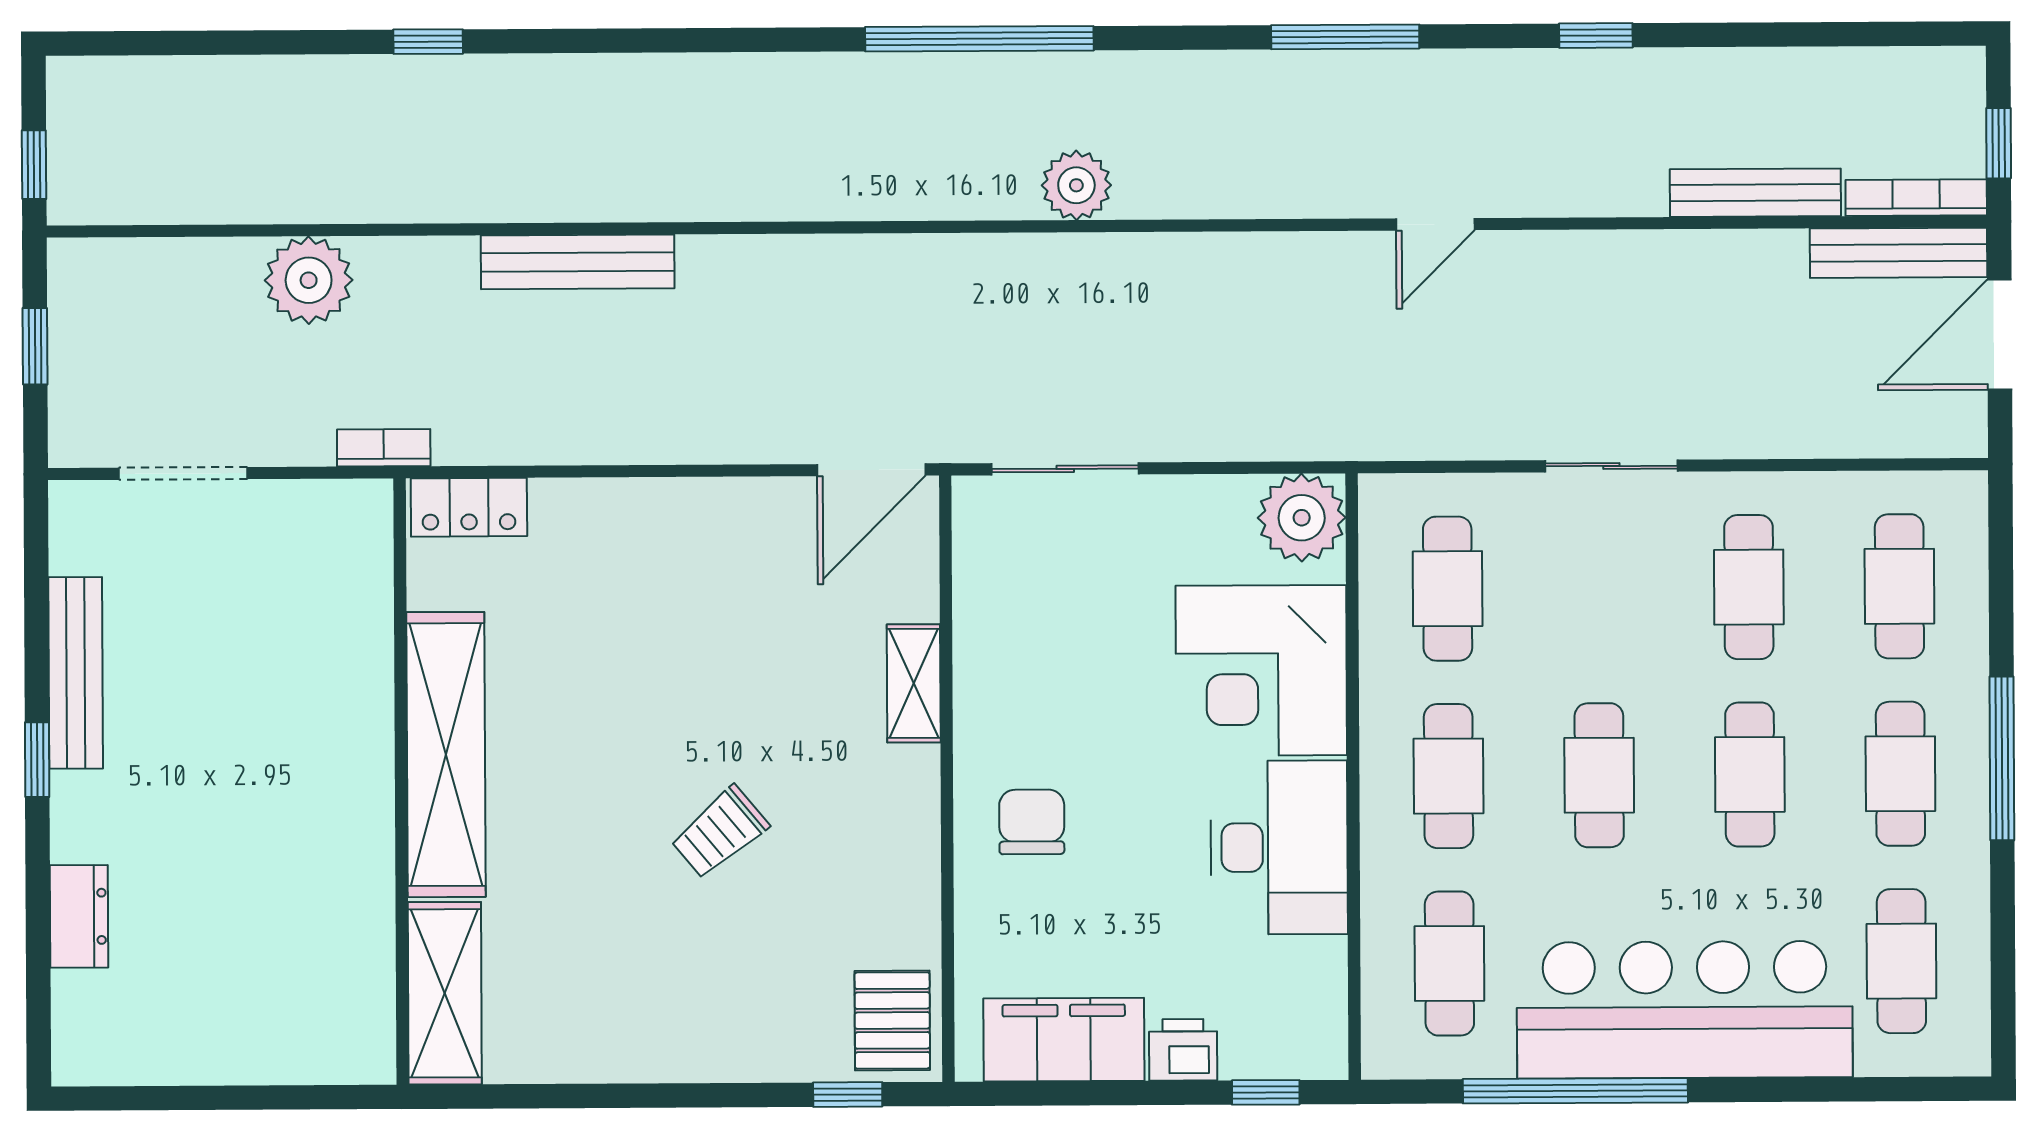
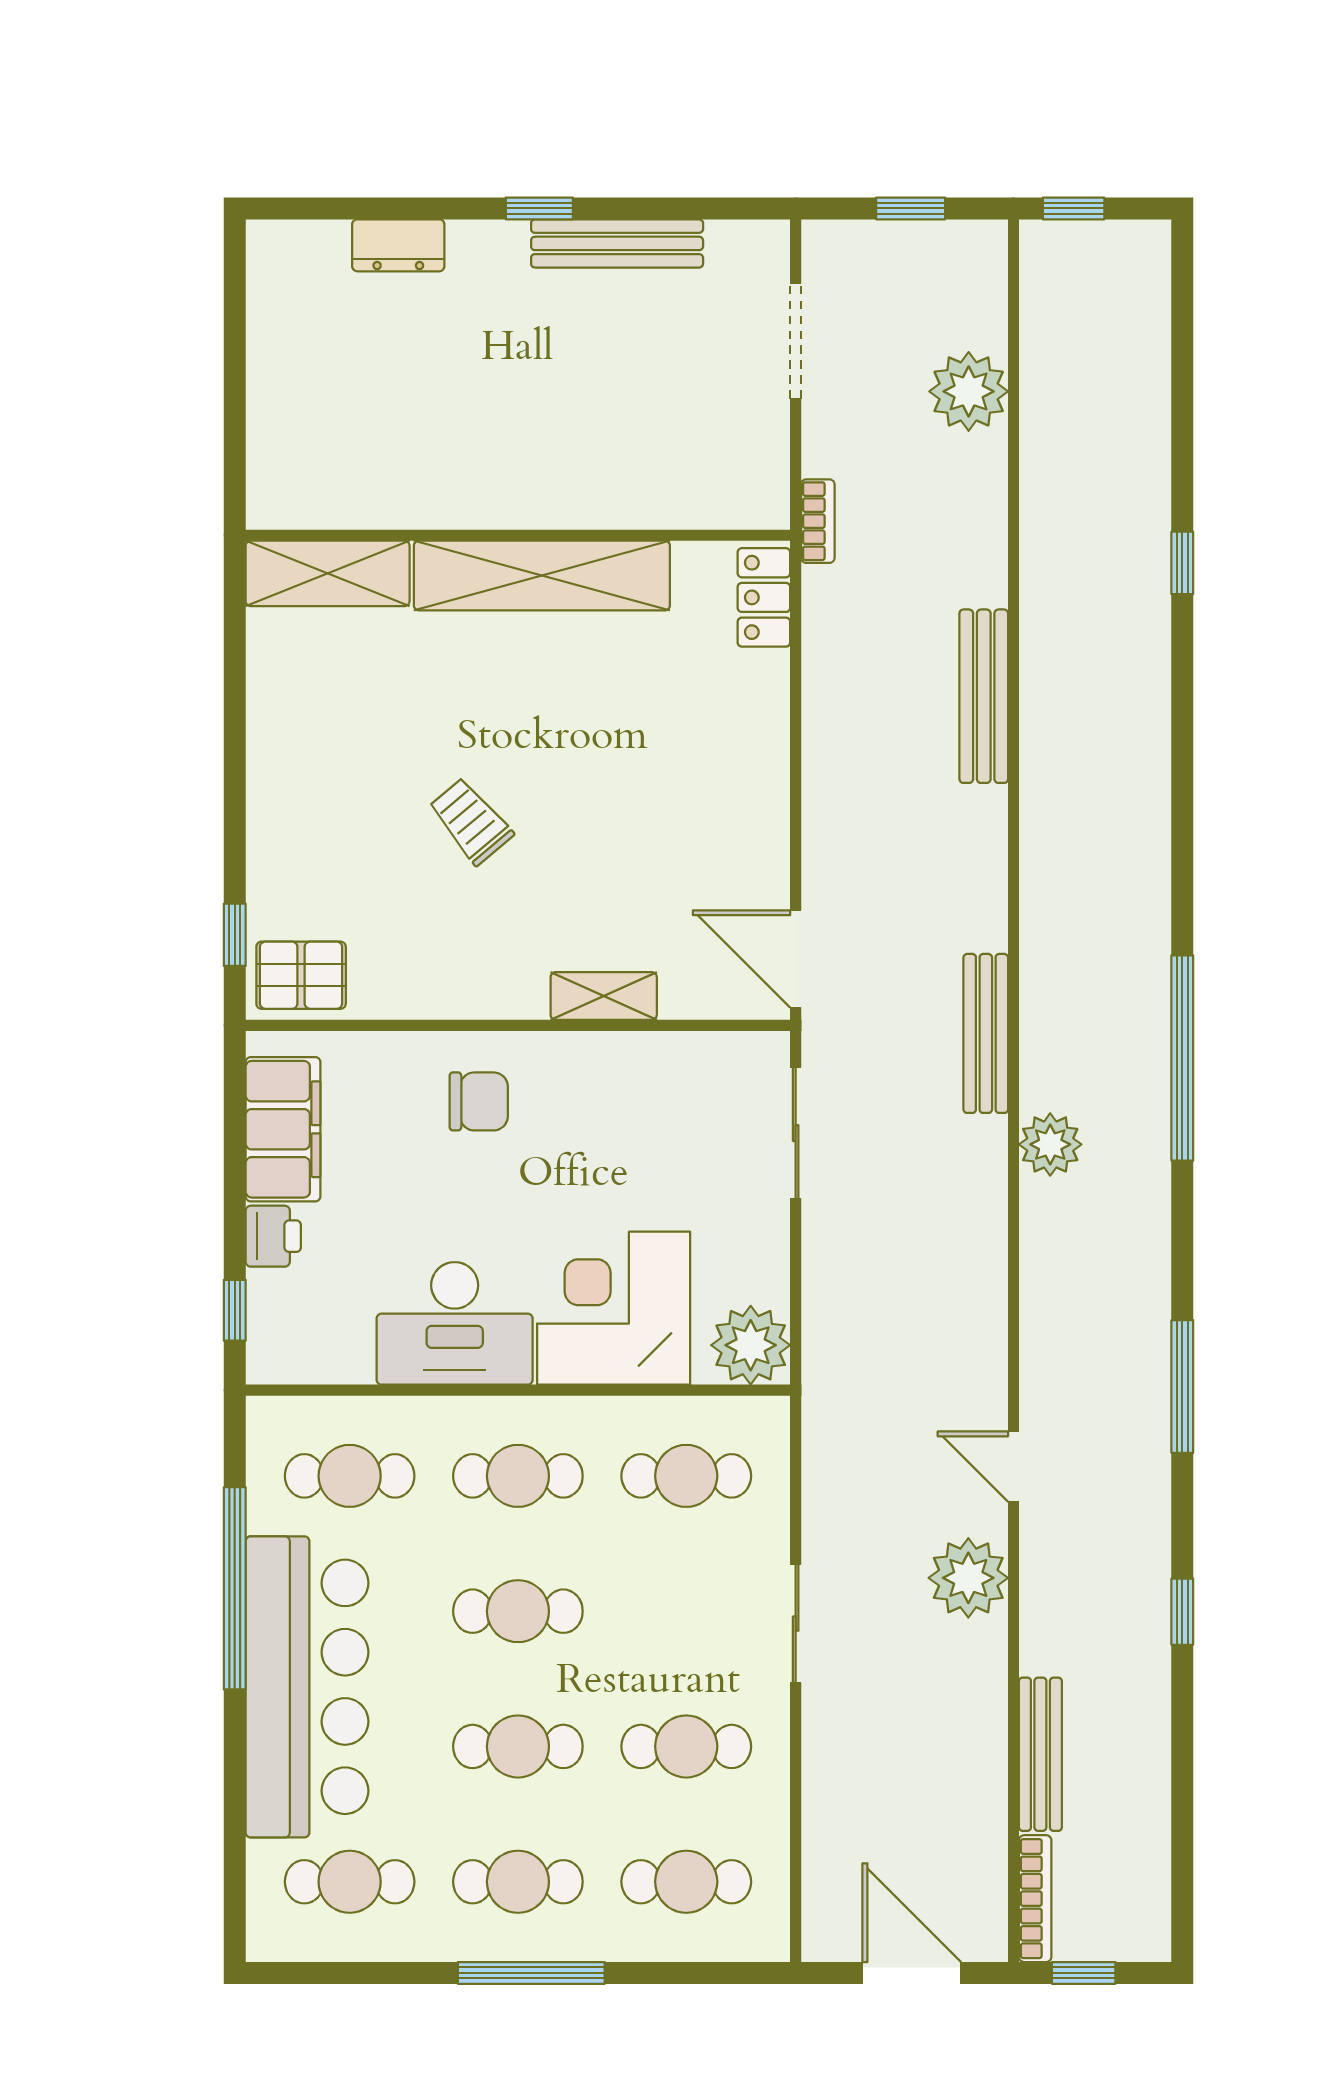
bench: (1898, 253) -> (986, 1033), moved
plant: (1559, 274) -> (968, 1578), added
plant: (309, 280) -> (969, 391), moved

